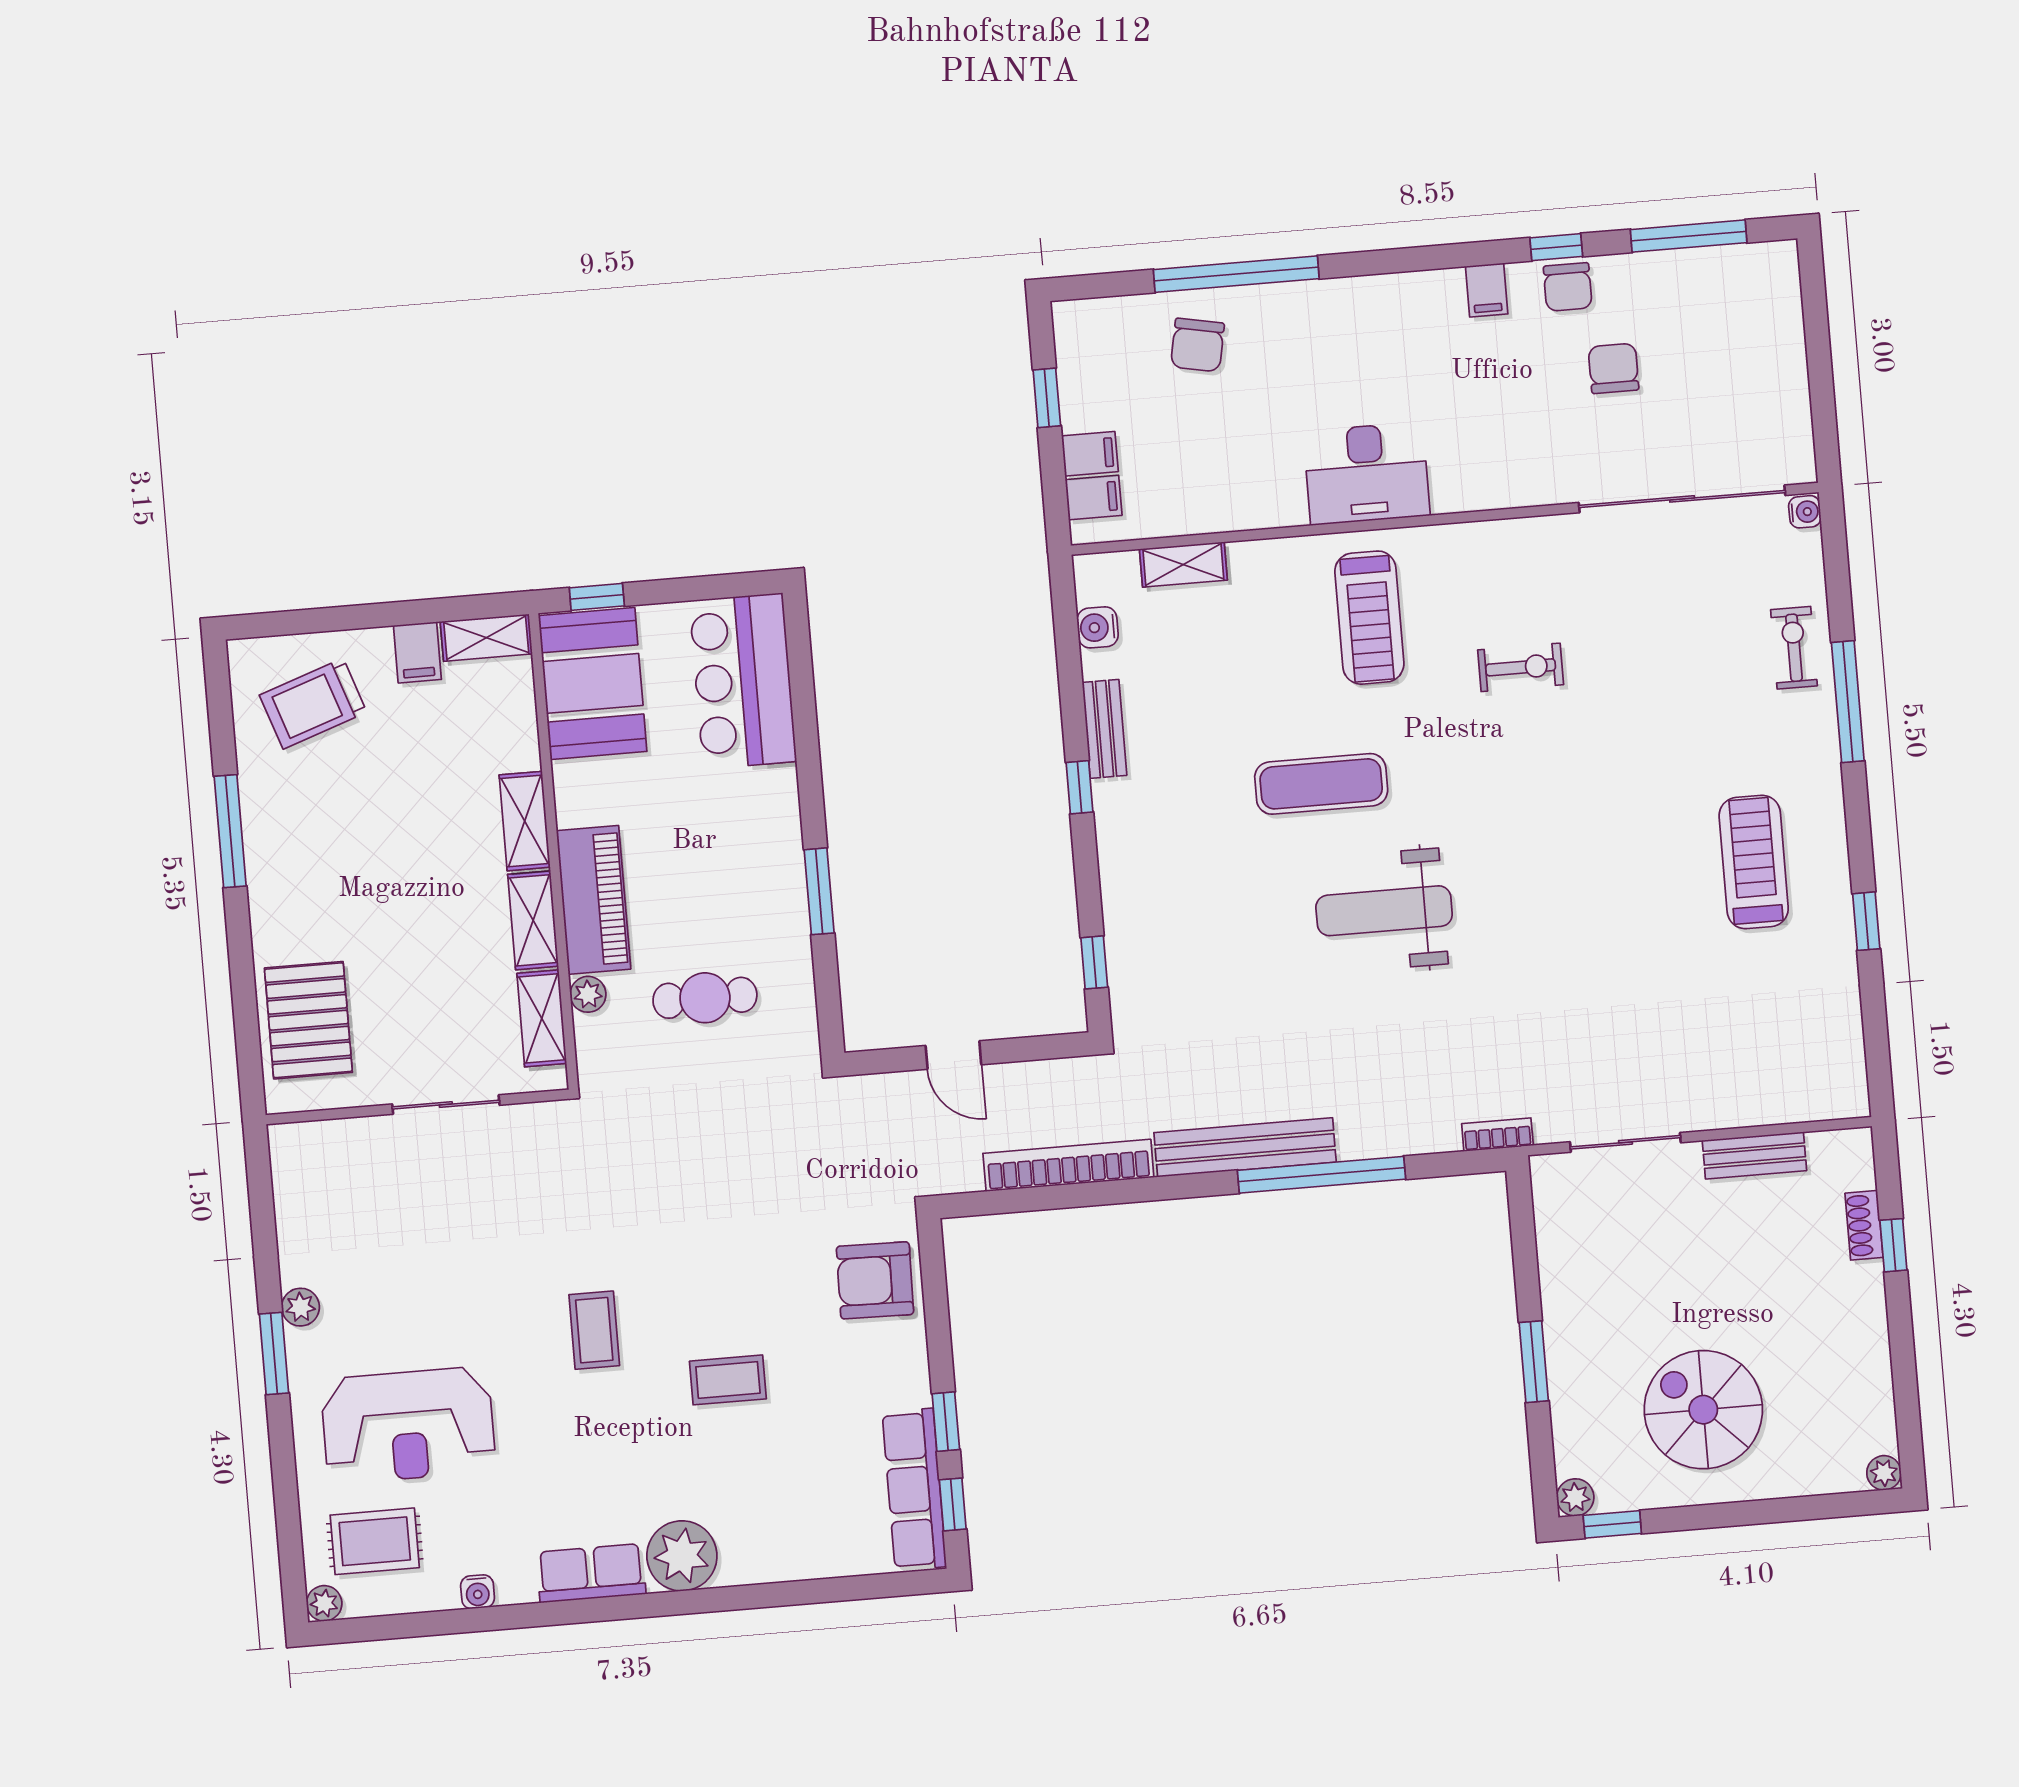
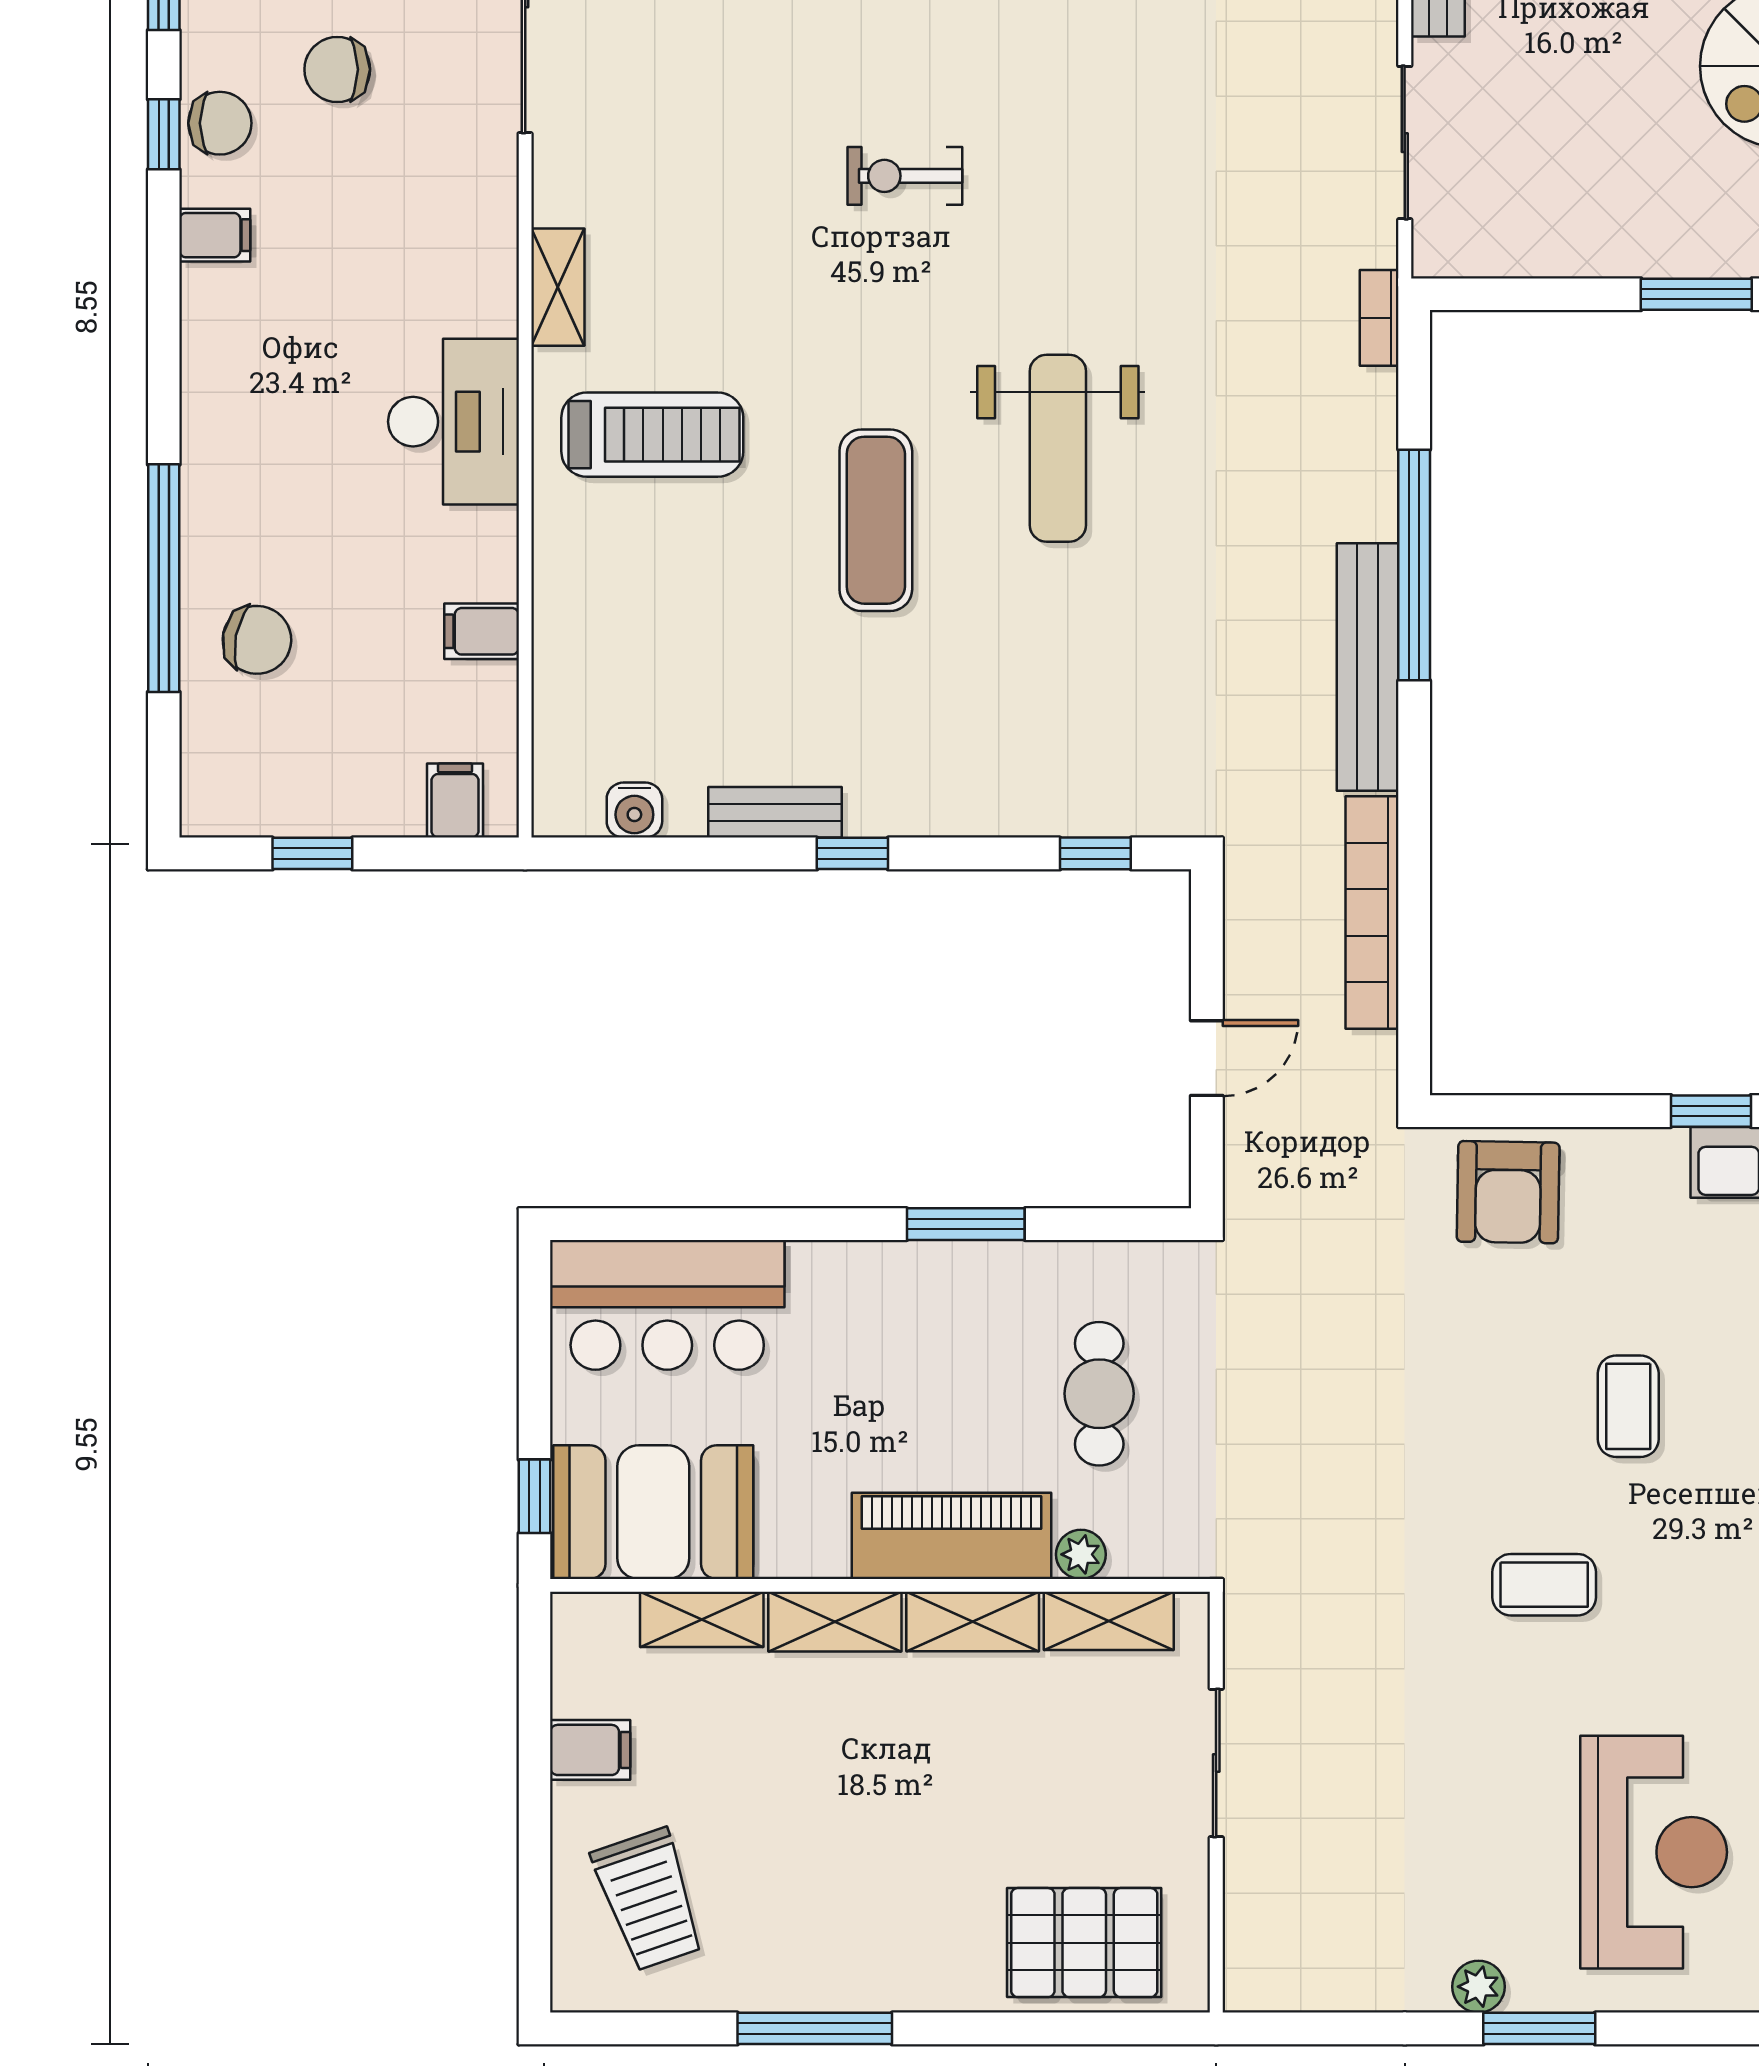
filing cabinet: (1090, 454) -> (482, 631), moved, turned -90
shelving: (1183, 565) -> (558, 287), moved
shelving: (486, 638) -> (702, 1619), moved, turned 90
exercise bike: (1521, 667) -> (905, 176), moved, turned -90

